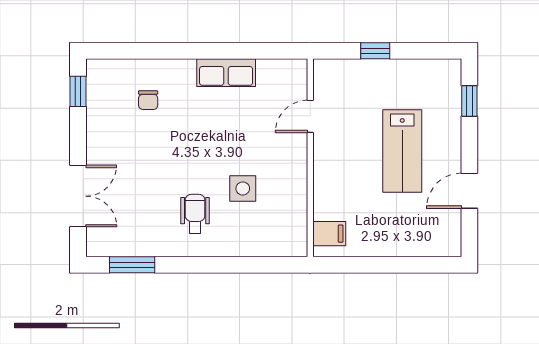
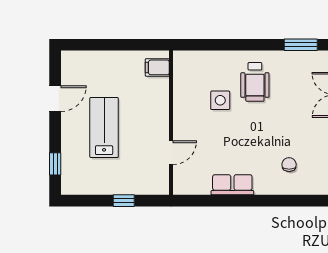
wheelchair: (195, 214) -> (255, 82), width x1.36, depth x1.37

